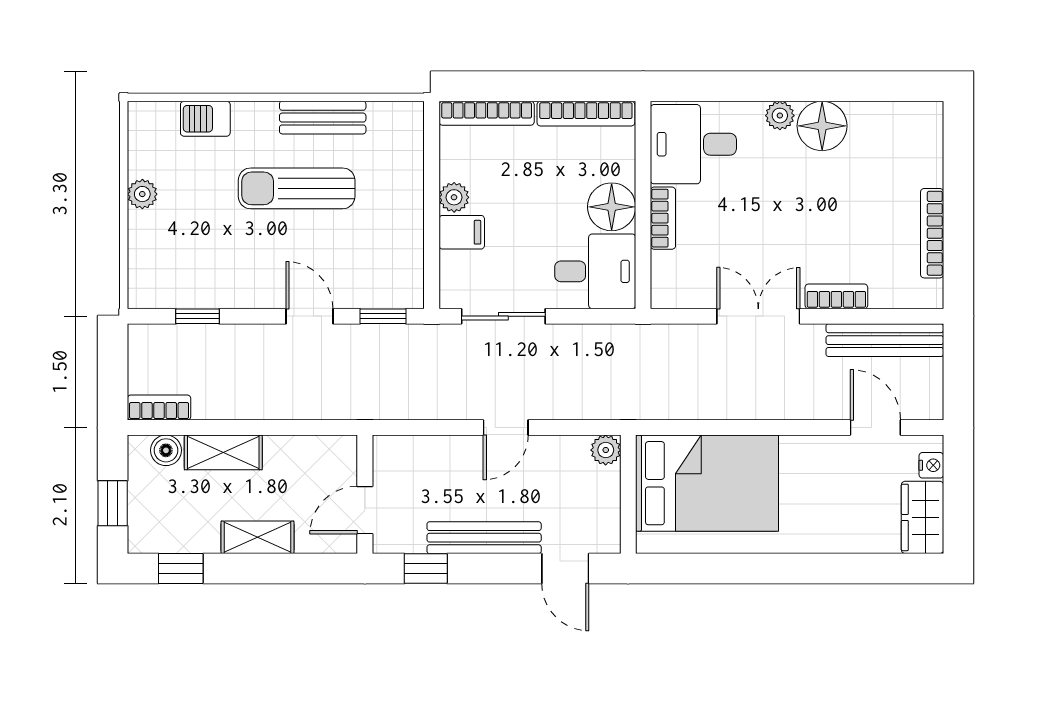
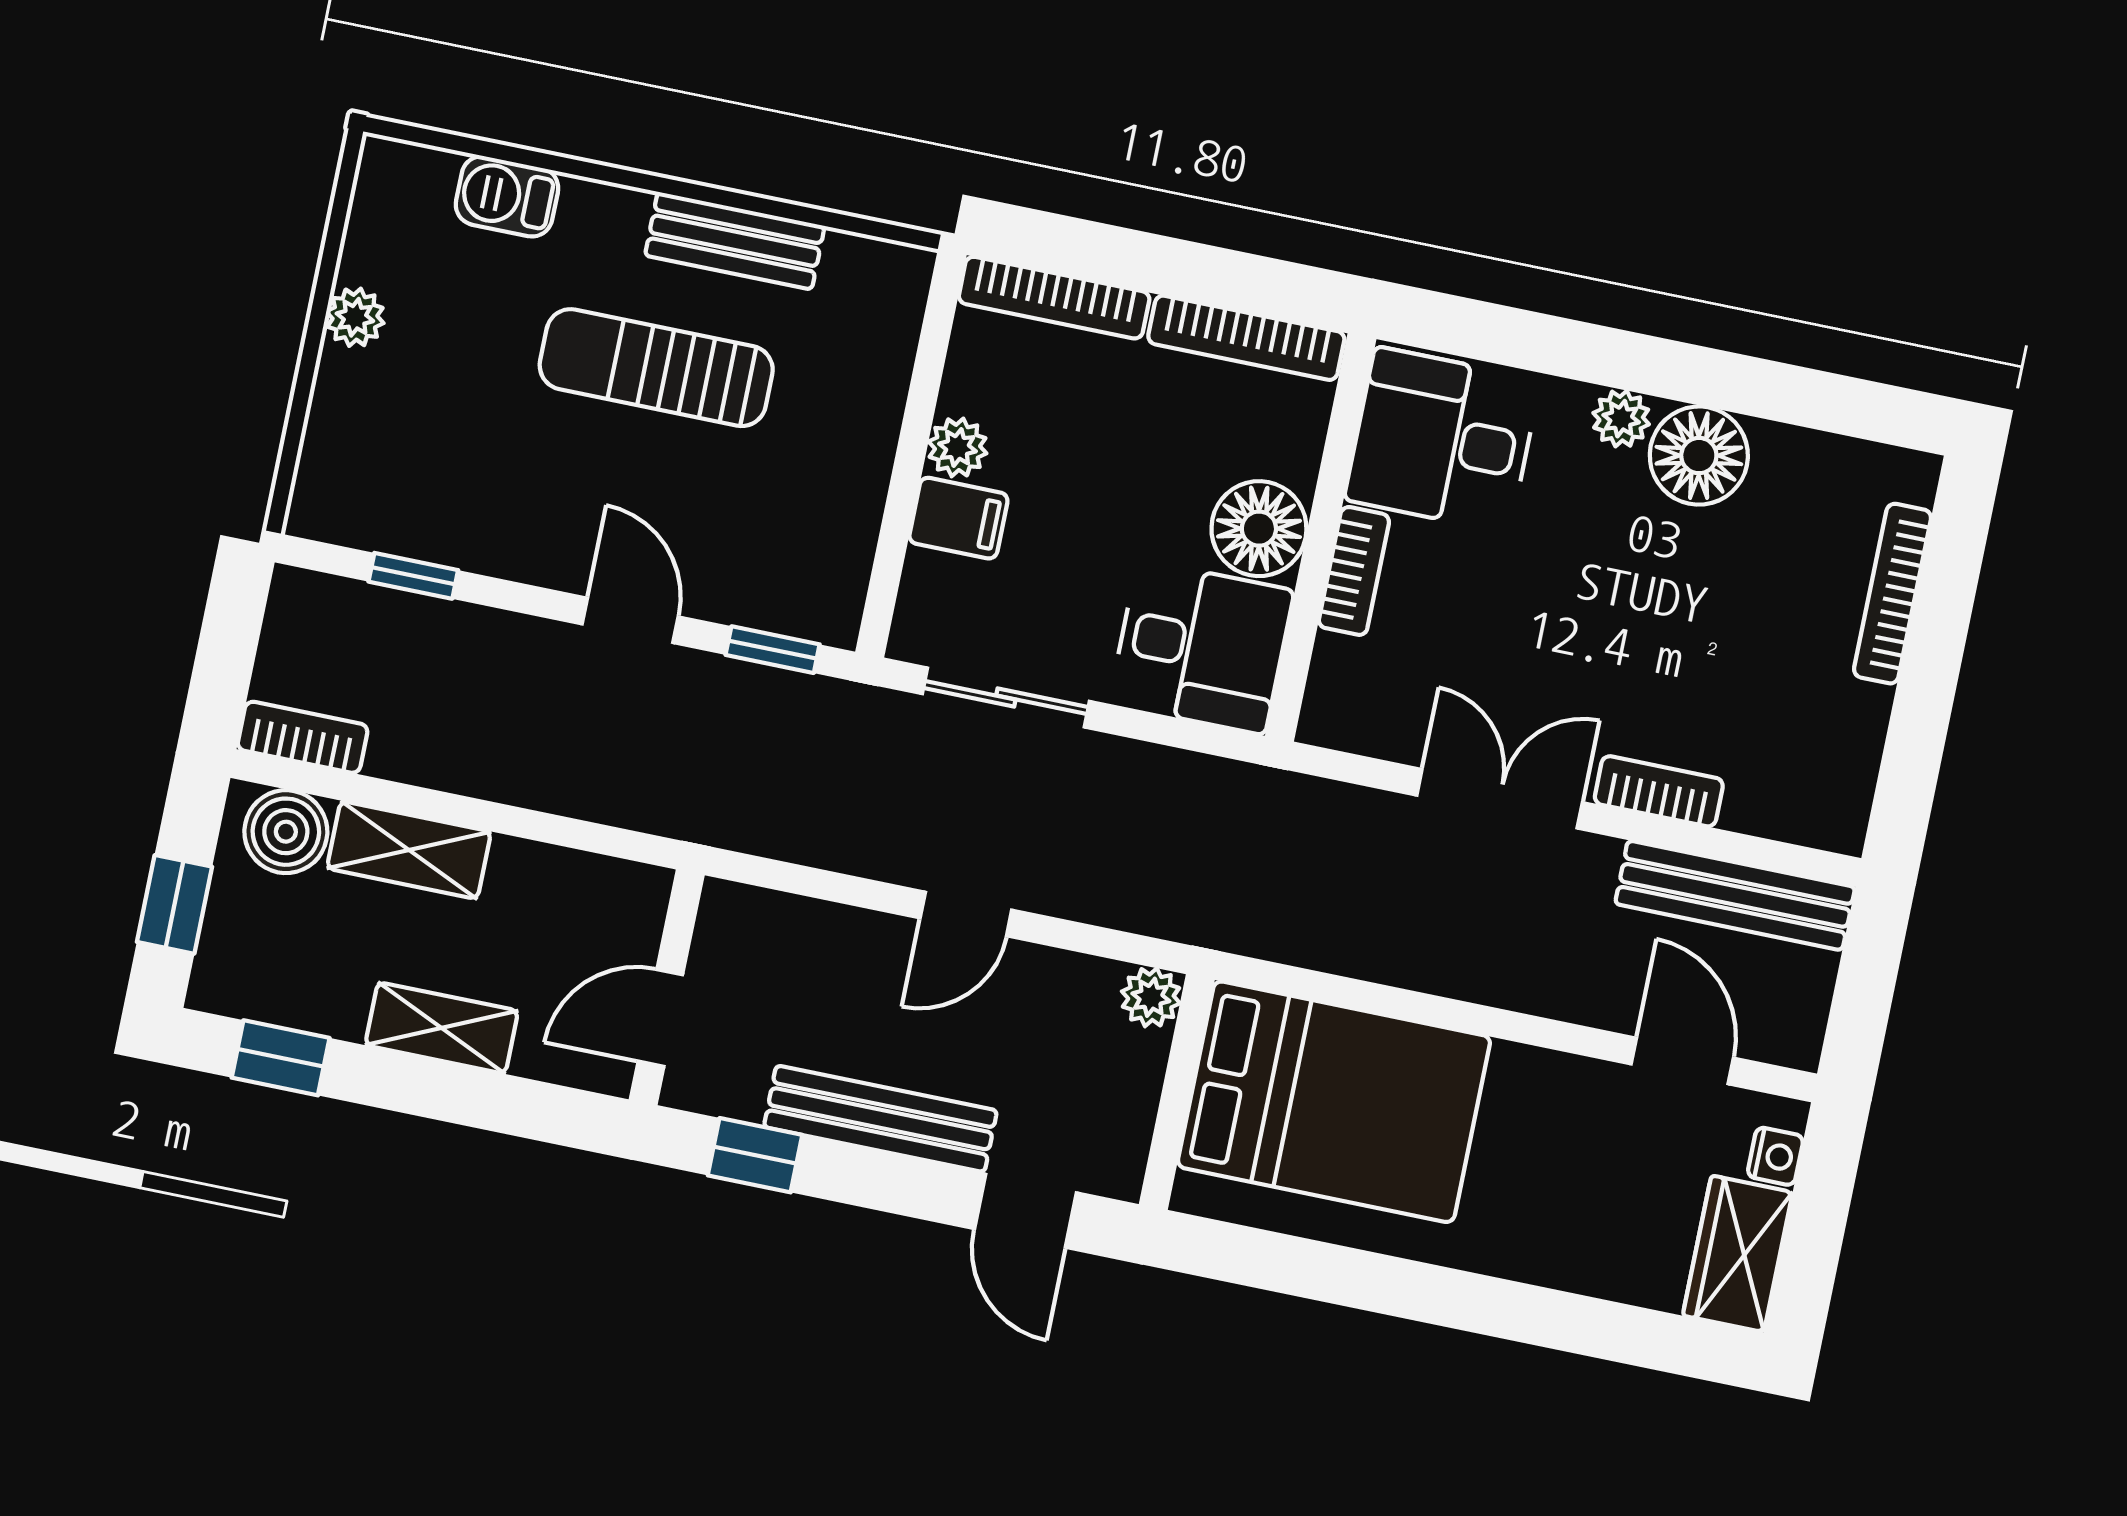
bookcase: (932, 233) -> (1893, 594), moved
boiler: (166, 450) -> (286, 832), width x1.36, depth x1.36

